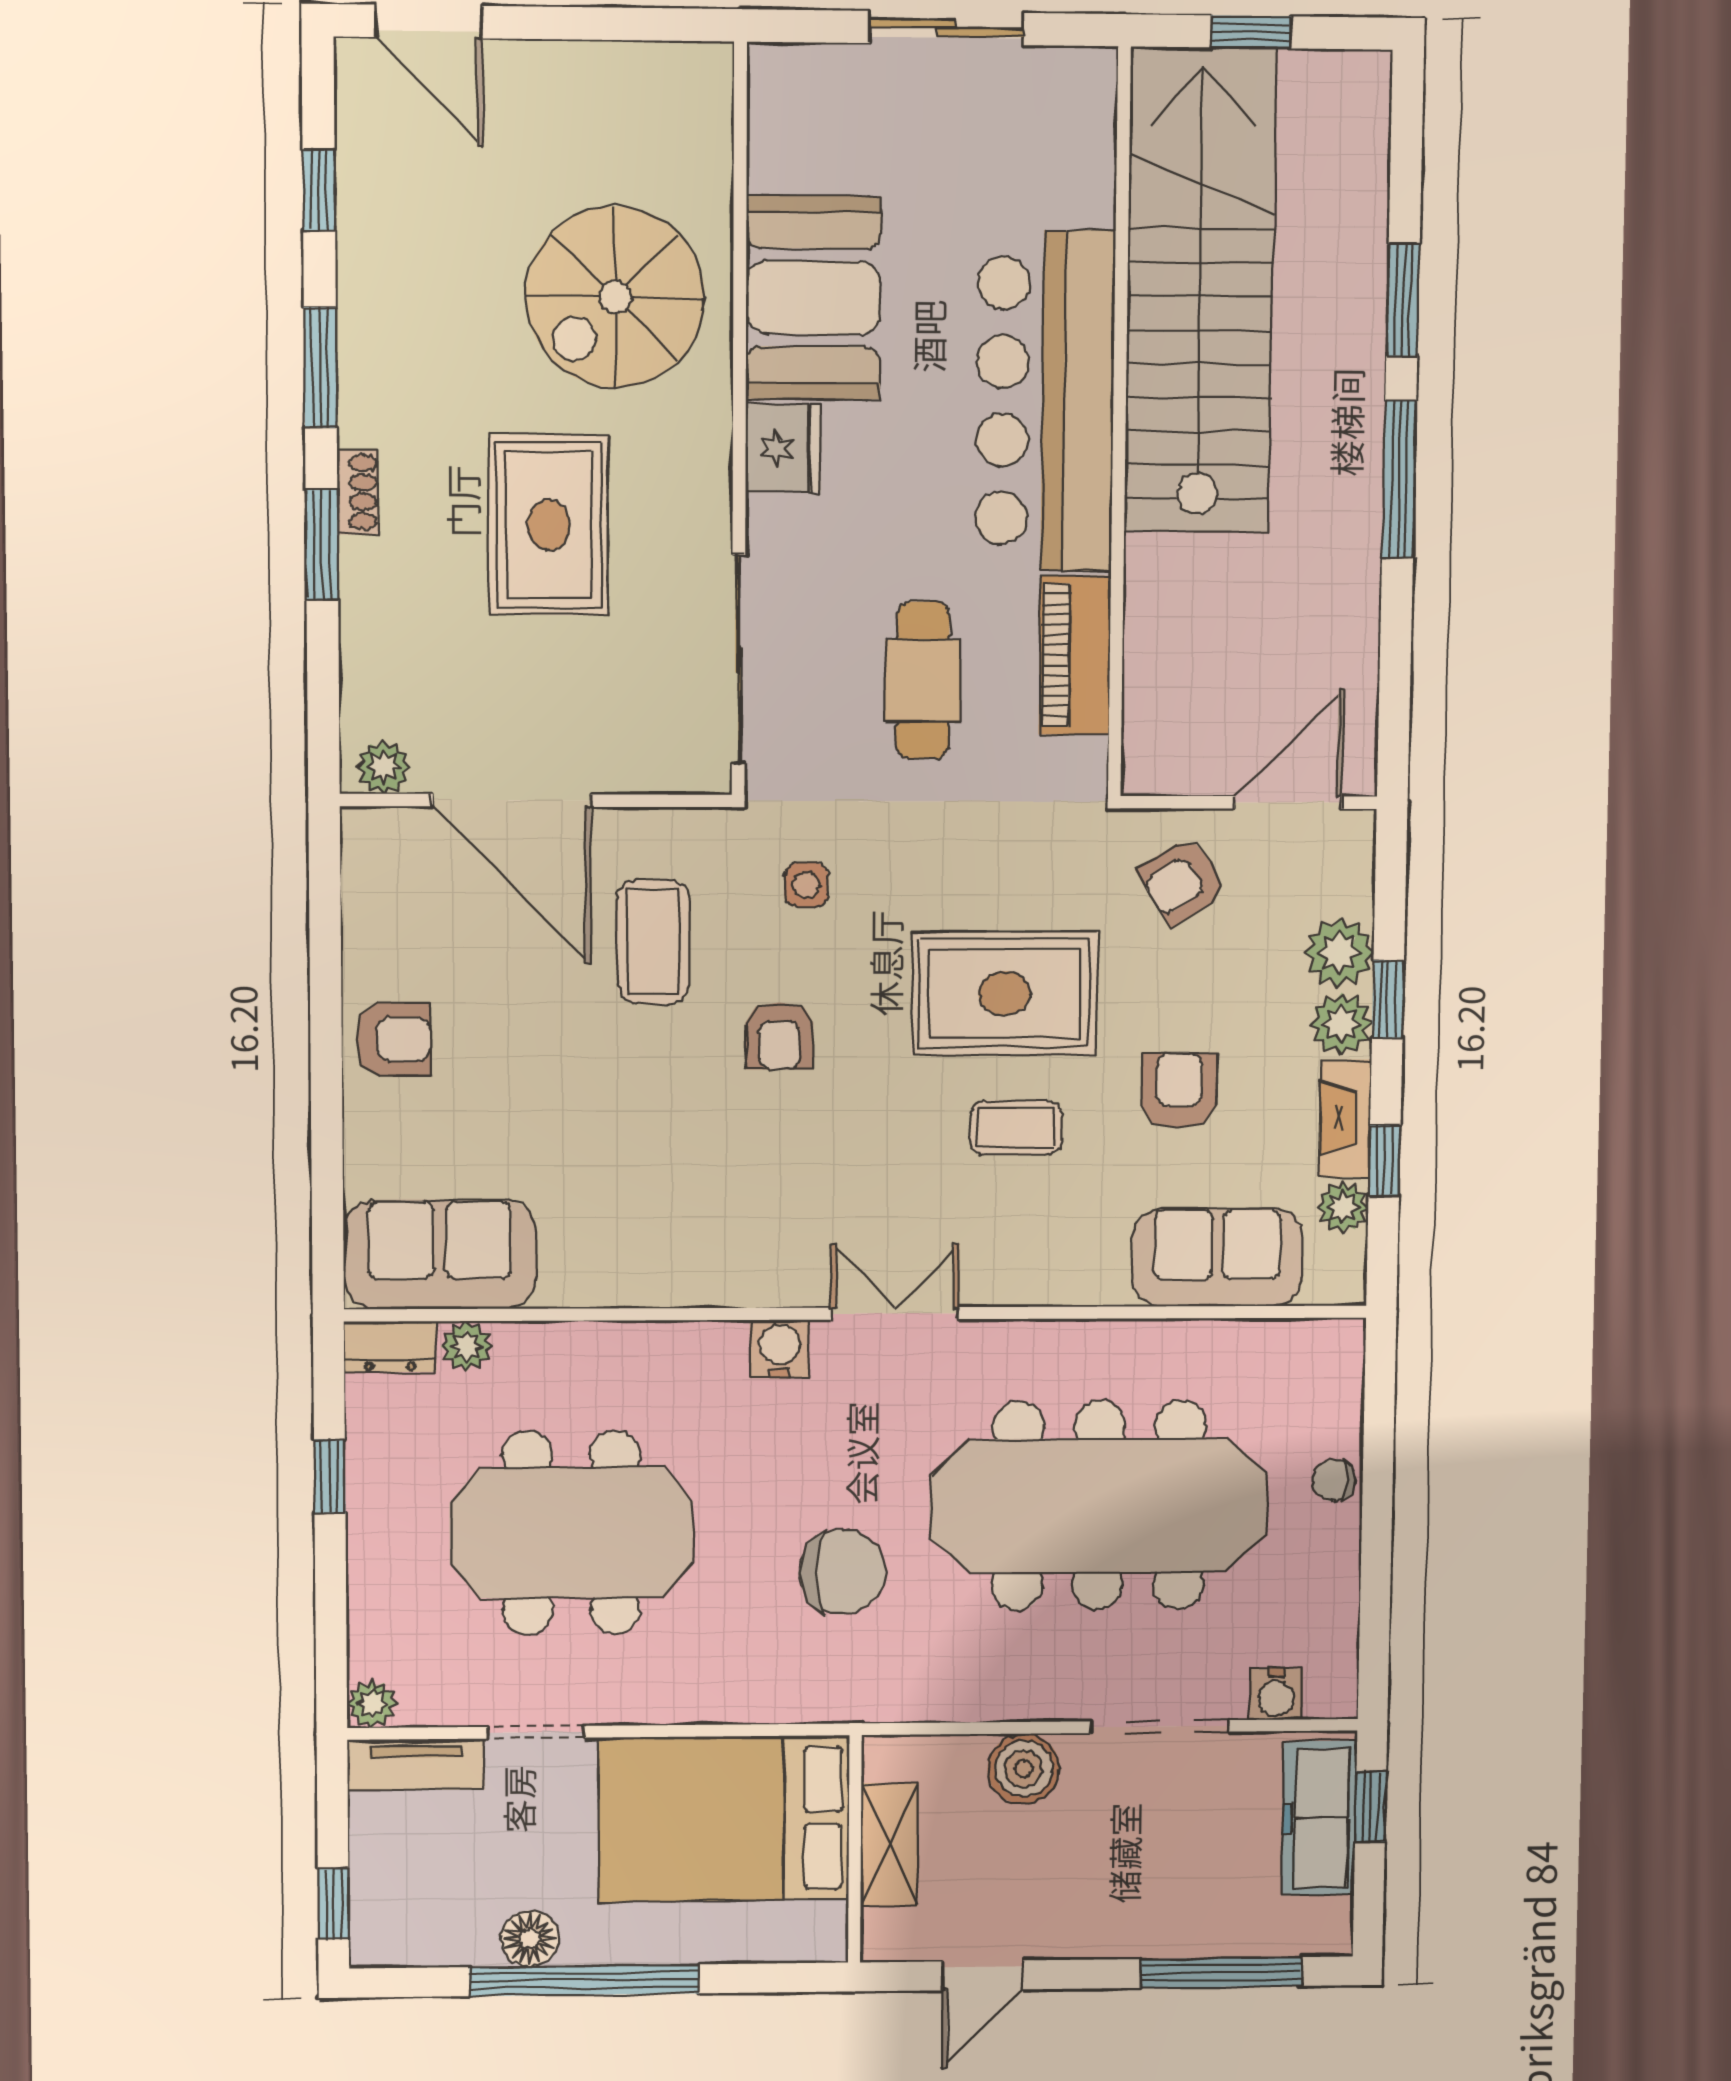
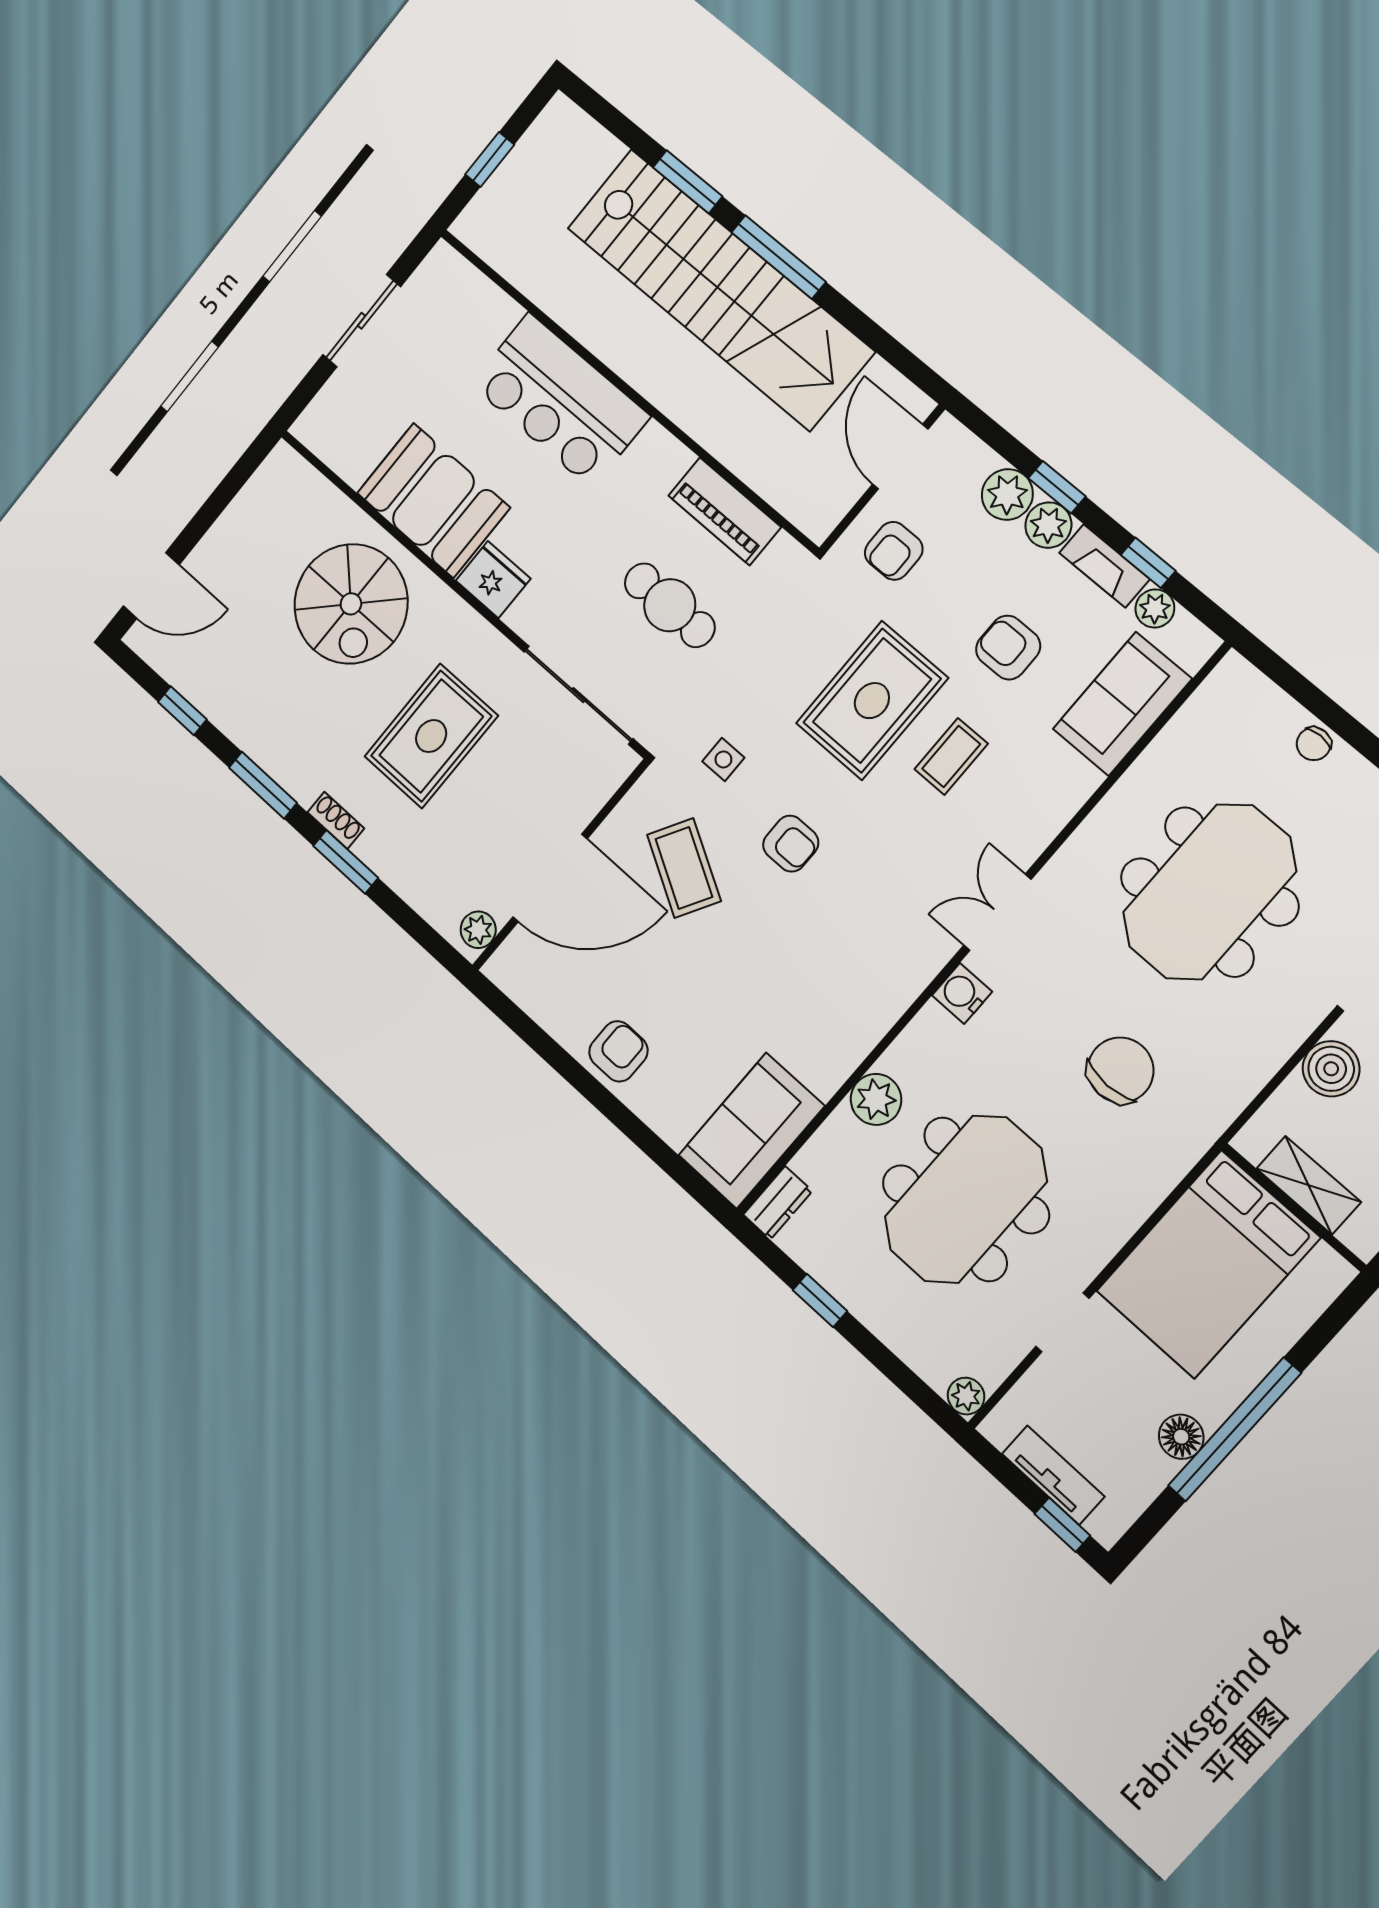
stairs: (1200, 291) -> (720, 289), moved, turned 180
bar counter: (1045, 401) -> (560, 400), width x0.73
rug: (549, 525) -> (431, 736), turned 90
armchair: (1182, 881) -> (894, 551), turned 32
coffee table: (653, 942) -> (684, 868), turned 30
plant: (467, 1346) -> (876, 1099), moved, width x1.38, depth x1.38
meeting table: (1099, 1505) -> (1209, 892), width x0.73
tv unit: (416, 1765) -> (1053, 1475), moved, turned -90

